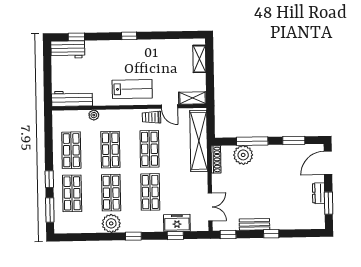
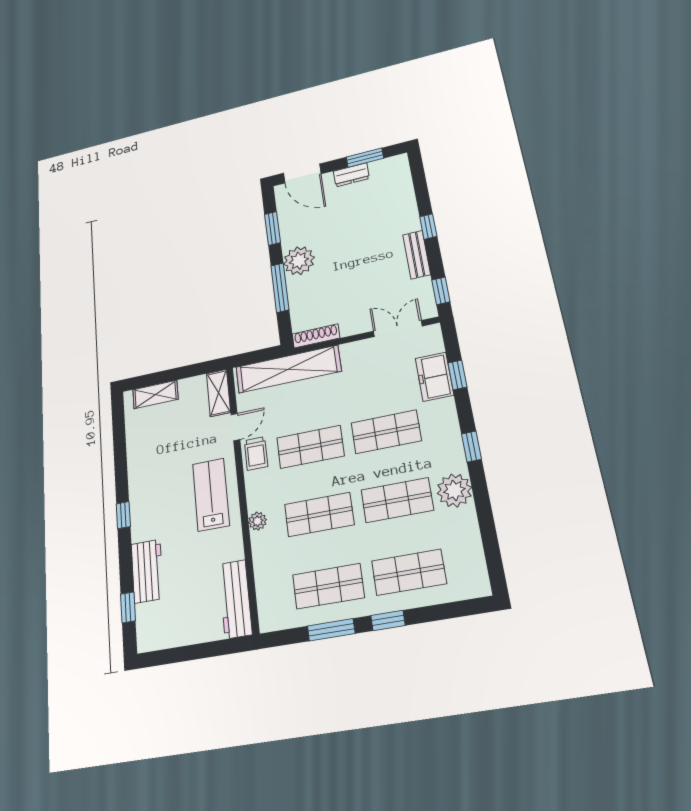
workbench: (68, 50) -> (147, 571), moved
plant: (94, 115) -> (257, 521), moved
plant: (243, 155) -> (299, 261), moved
window: (50, 210) -> (331, 630), moved

